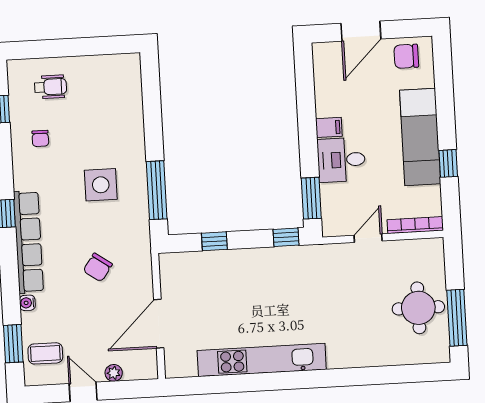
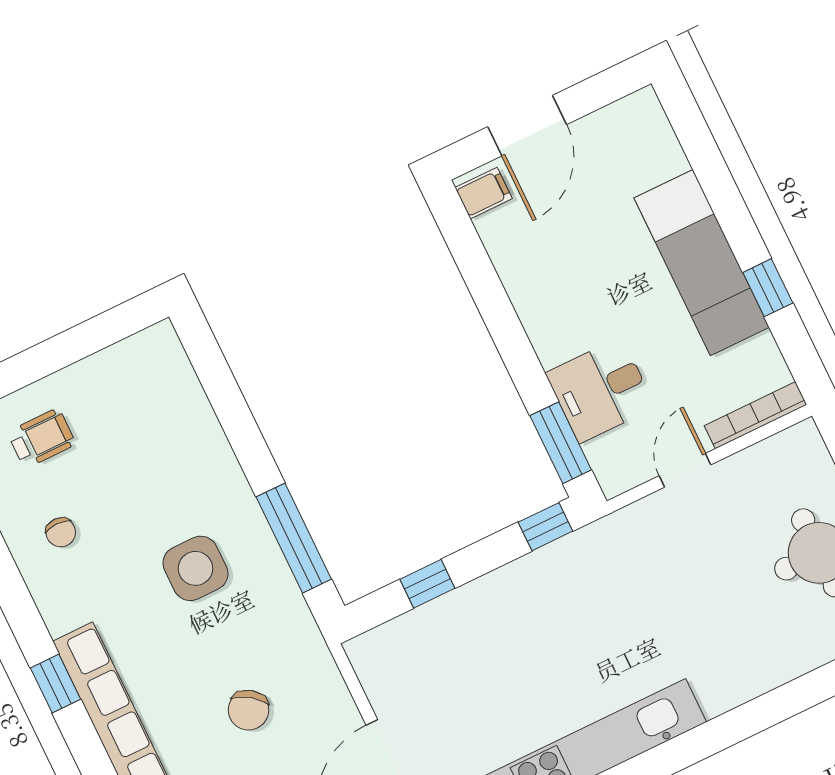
chair: (406, 56) -> (621, 136), removed
filing cabinet: (329, 127) -> (484, 193), moved
desk: (341, 160) -> (600, 390), moved

